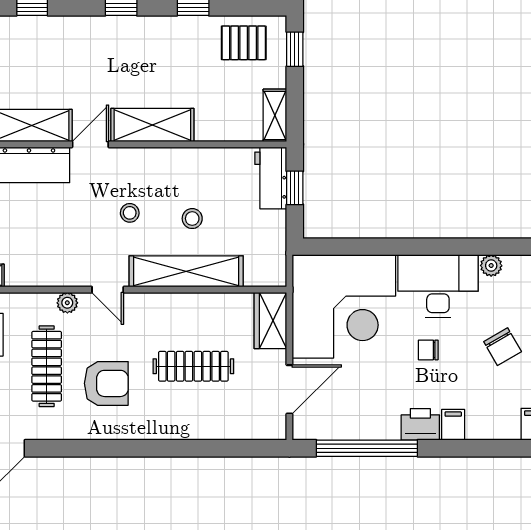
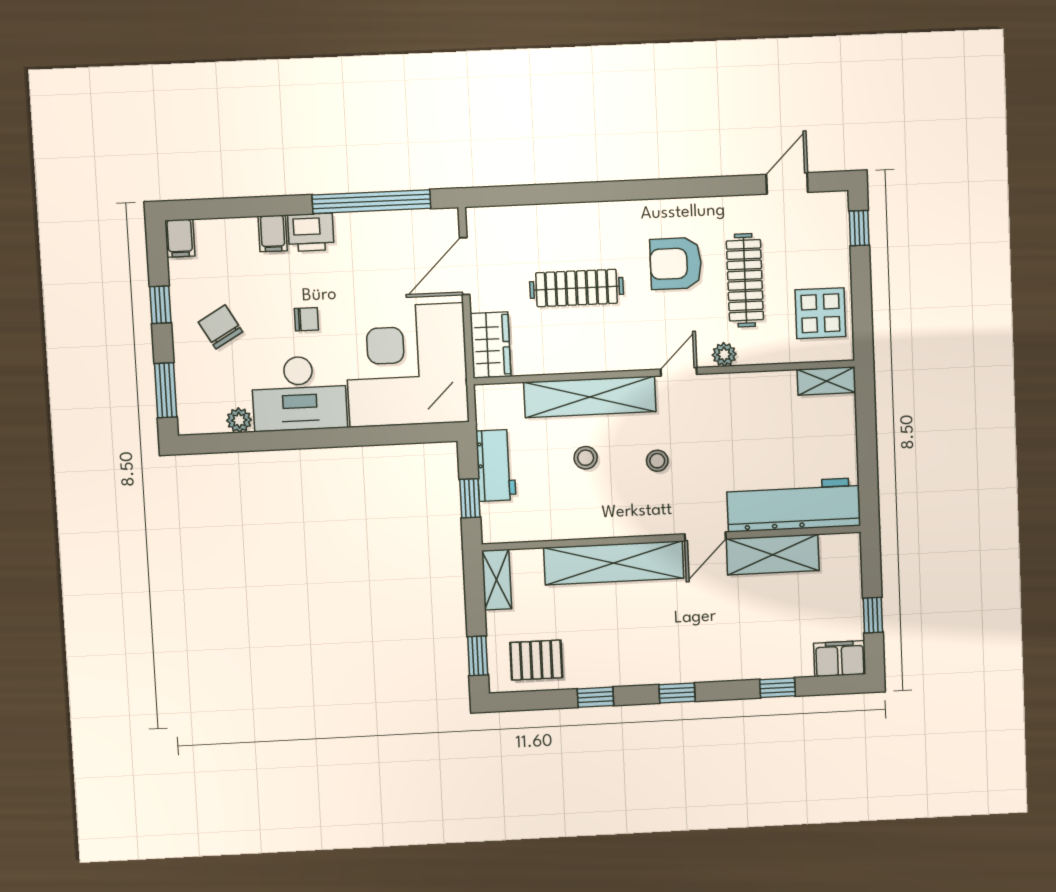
shelving: (152, 125) -> (614, 563), width x1.47
workbench: (271, 178) -> (496, 465), moved
door: (108, 290) -> (679, 372), hinge flipped

